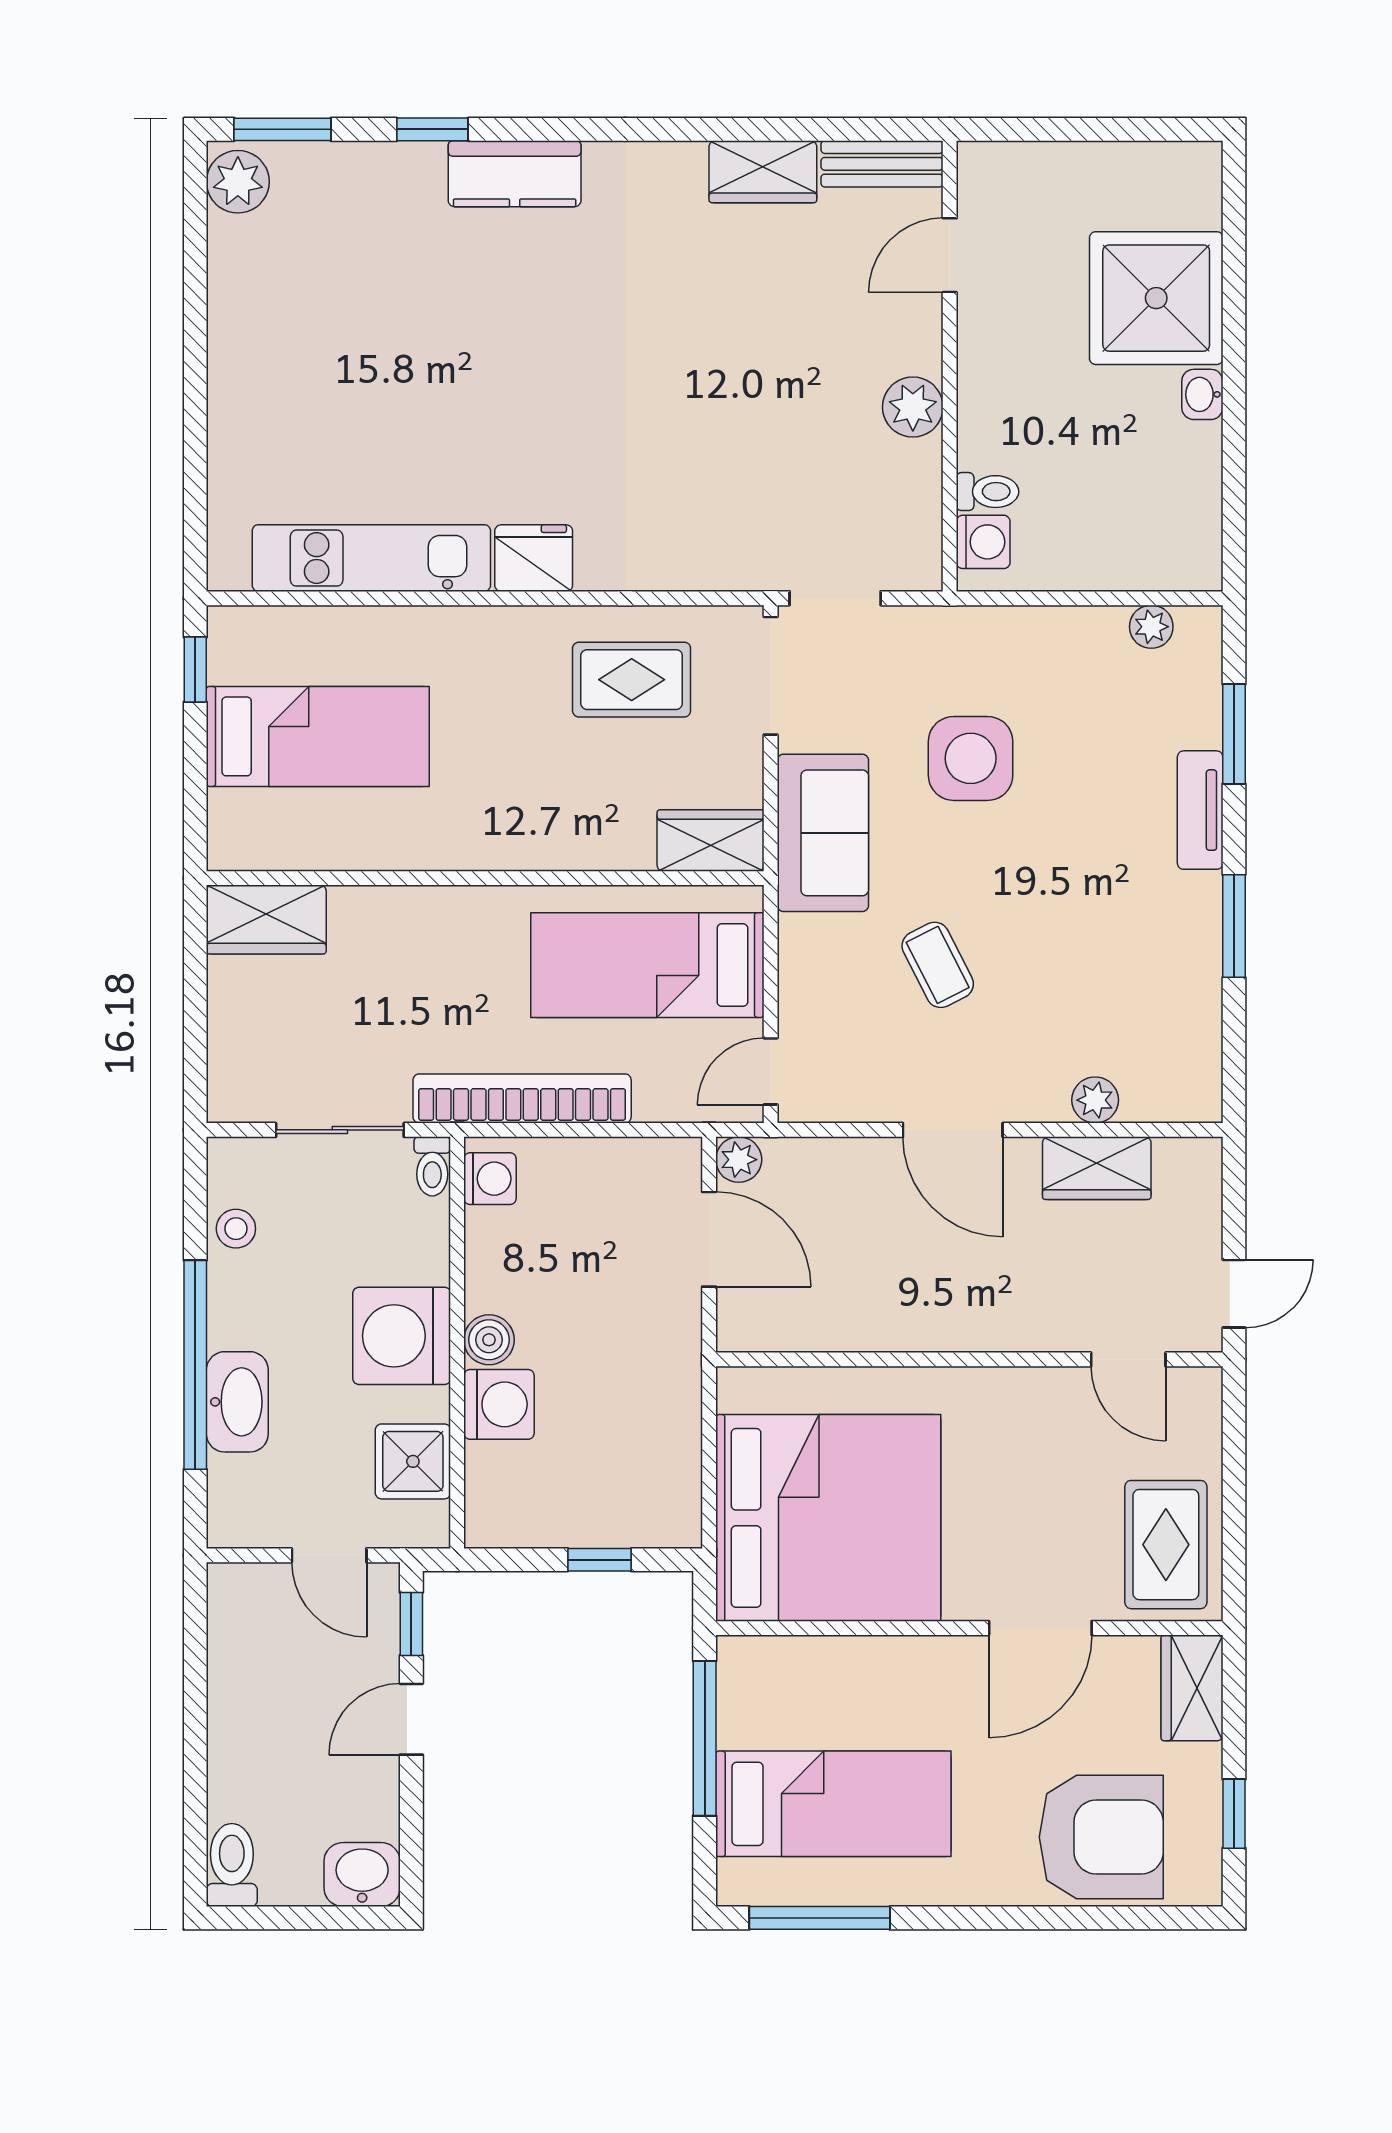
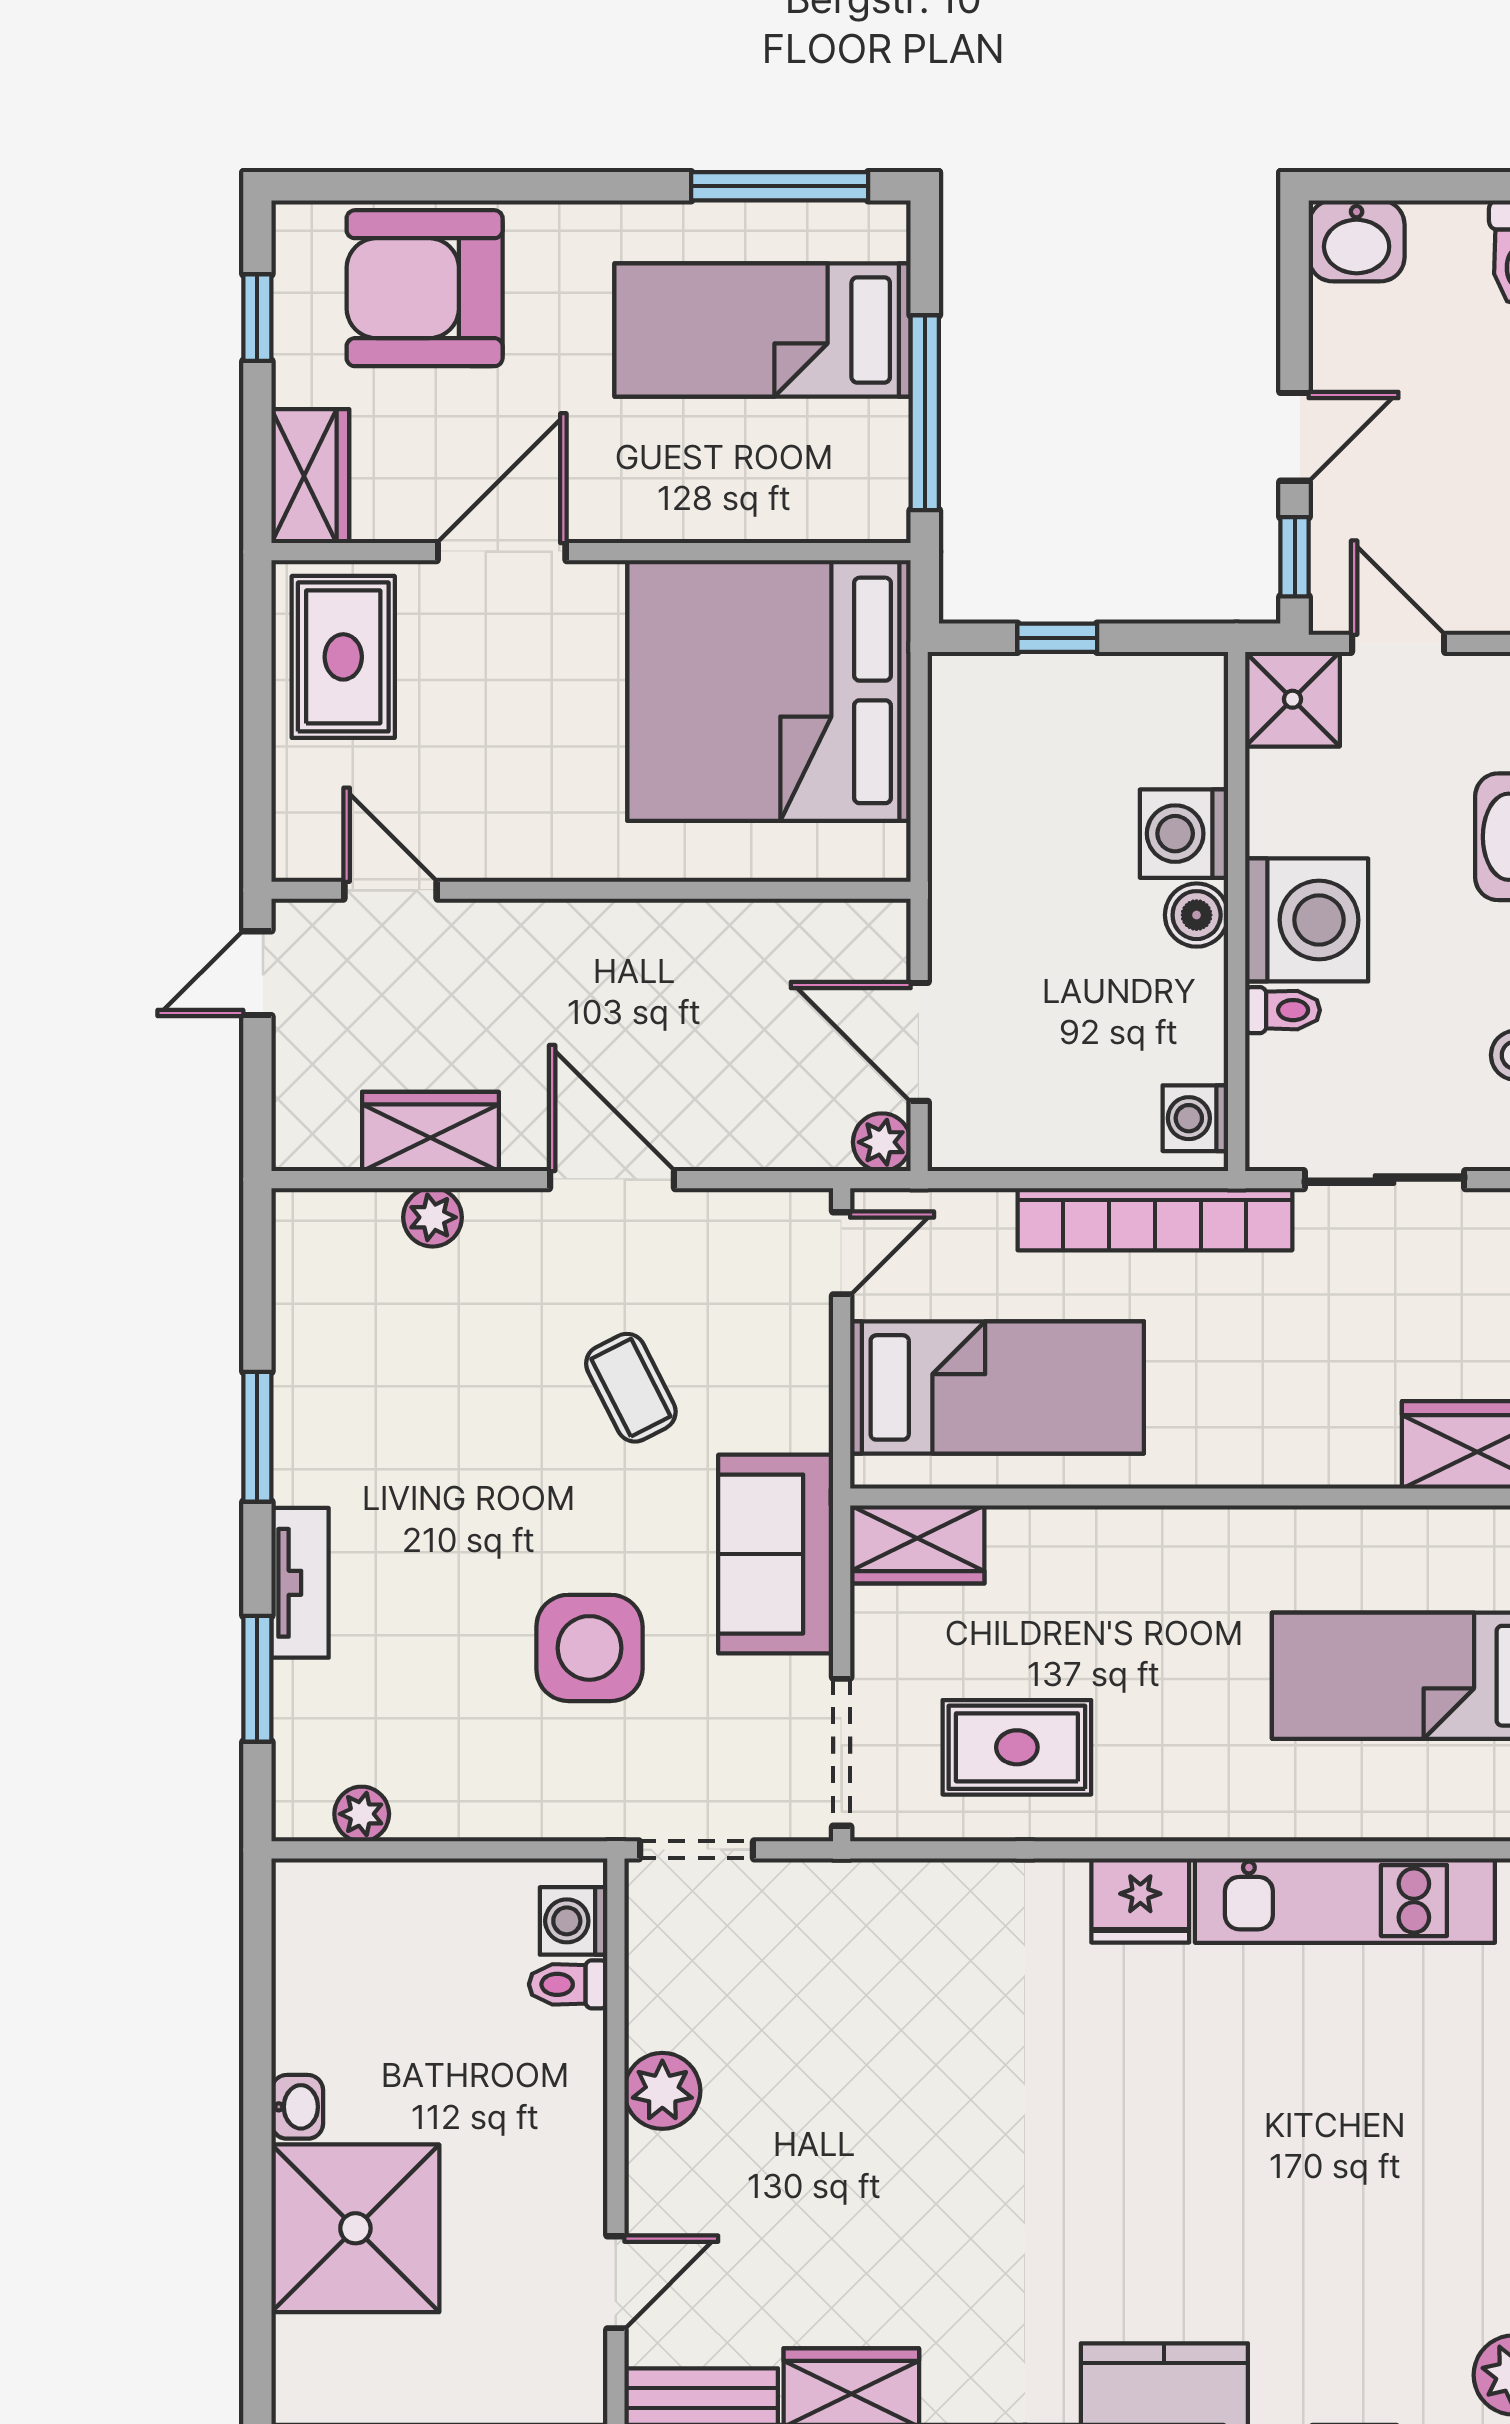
doorway: (835, 598) -> (697, 1850), moved
toilet: (432, 1166) -> (1283, 1010), moved, turned 90
shower: (413, 1461) -> (1292, 699), moved

